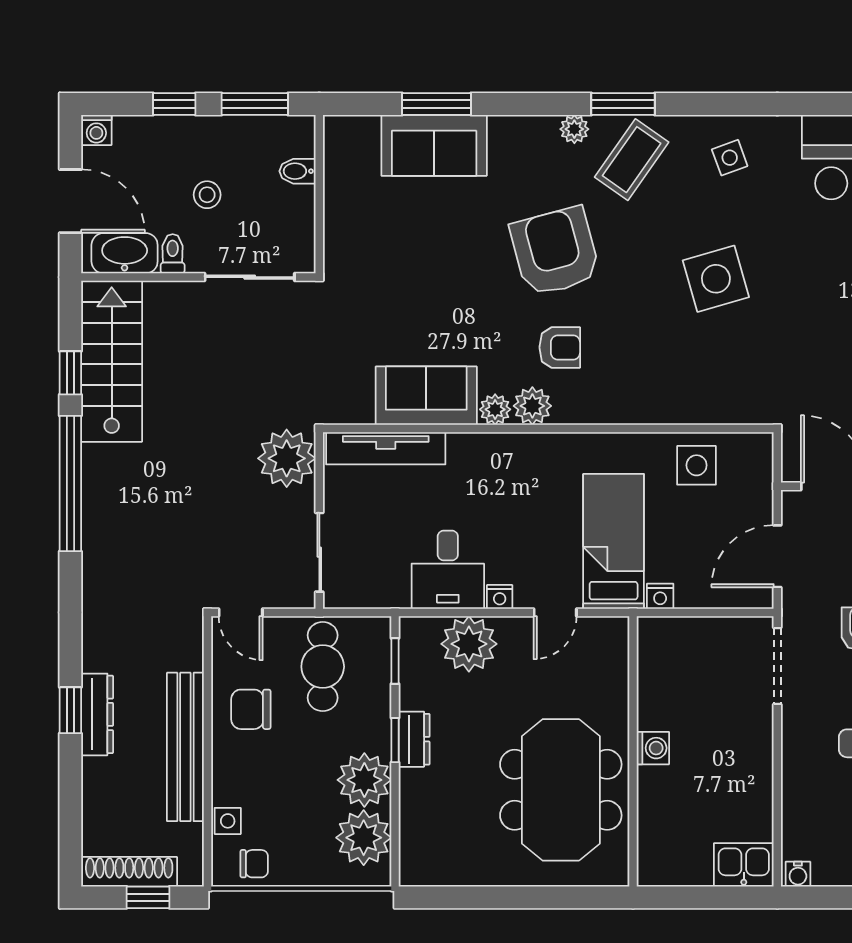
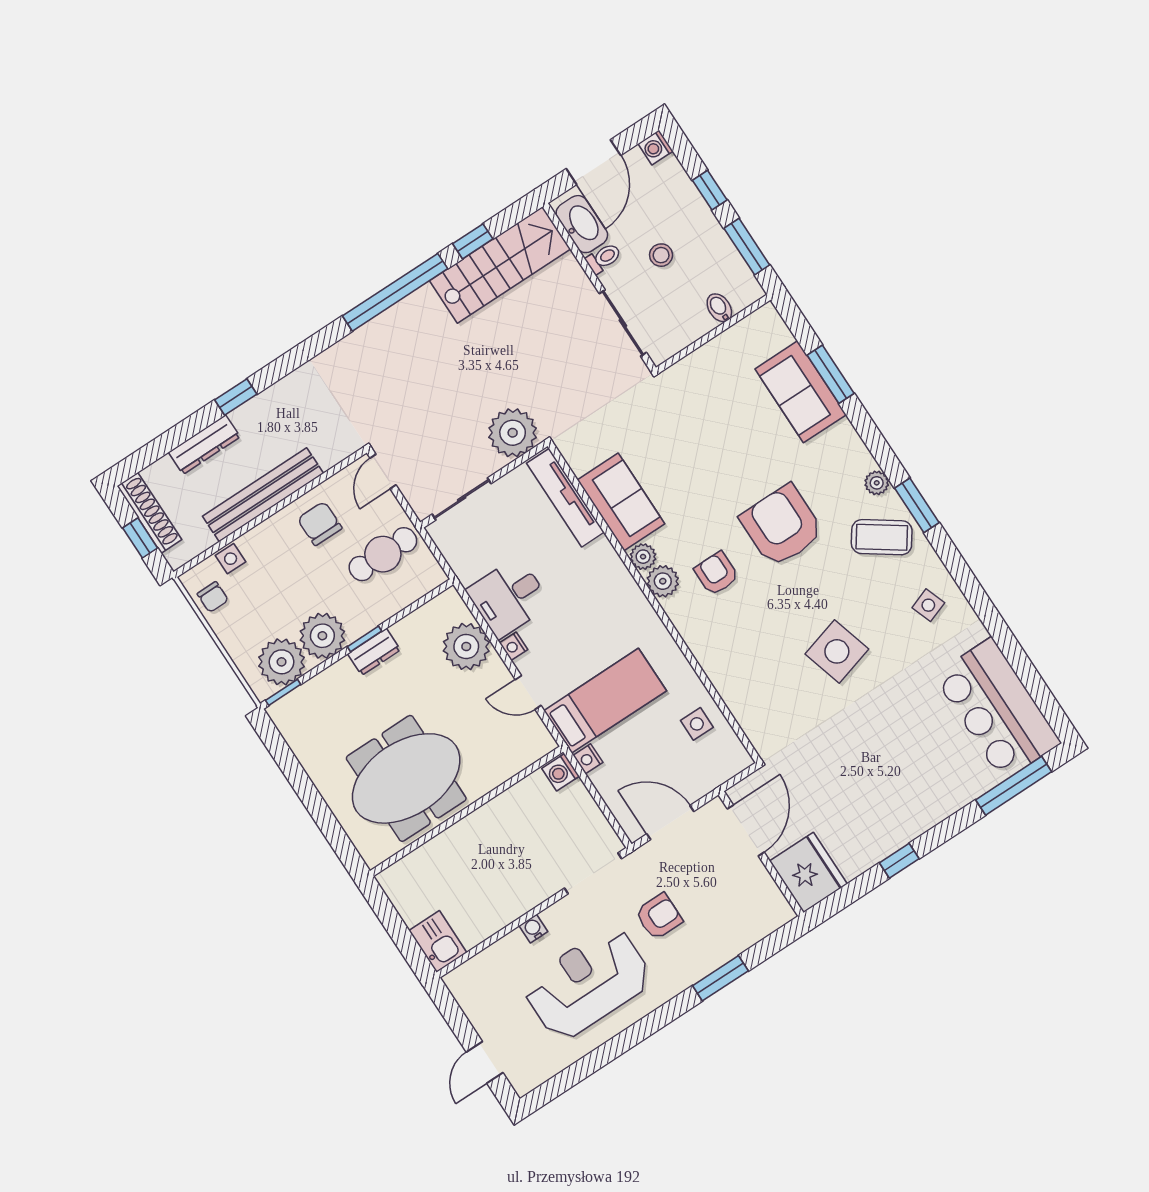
armchair: (555, 252) -> (782, 526), turned -75
armchair: (560, 347) -> (717, 573), turned 180
side table: (697, 465) -> (697, 724), width x0.73, depth x0.73
window: (395, 661) -> (283, 692), moved
dresser: (97, 714) -> (204, 445), moved
washing machine: (653, 748) -> (561, 772), moved, turned 90
water cooler: (798, 874) -> (533, 929), moved, turned 90

